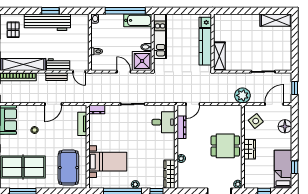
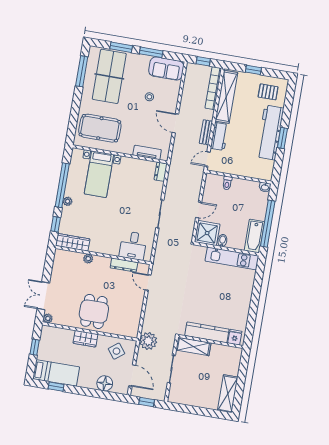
fridge: (205, 22) -> (235, 337), moved
wall: (213, 42) -> (211, 341), moved
kitchen counter: (205, 47) -> (207, 332), moved
shelving: (219, 56) -> (193, 346), moved

